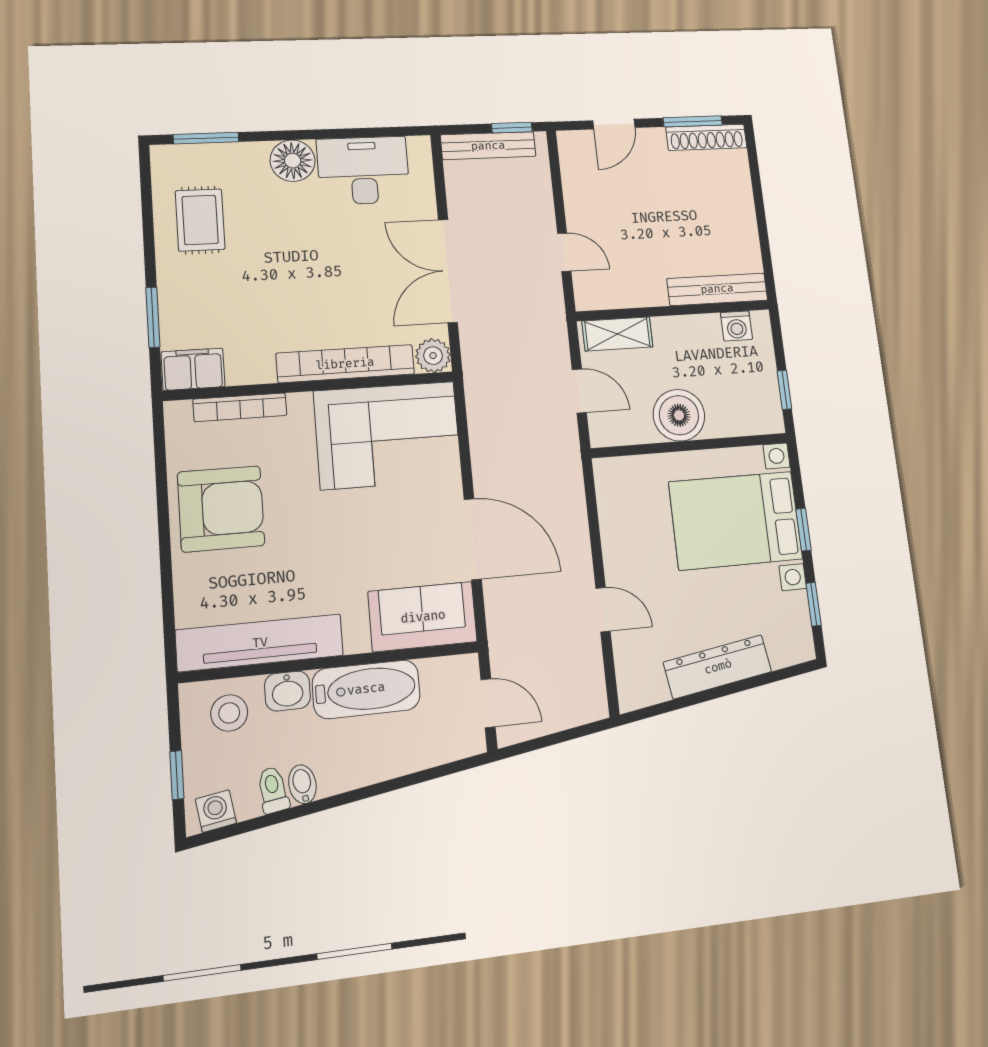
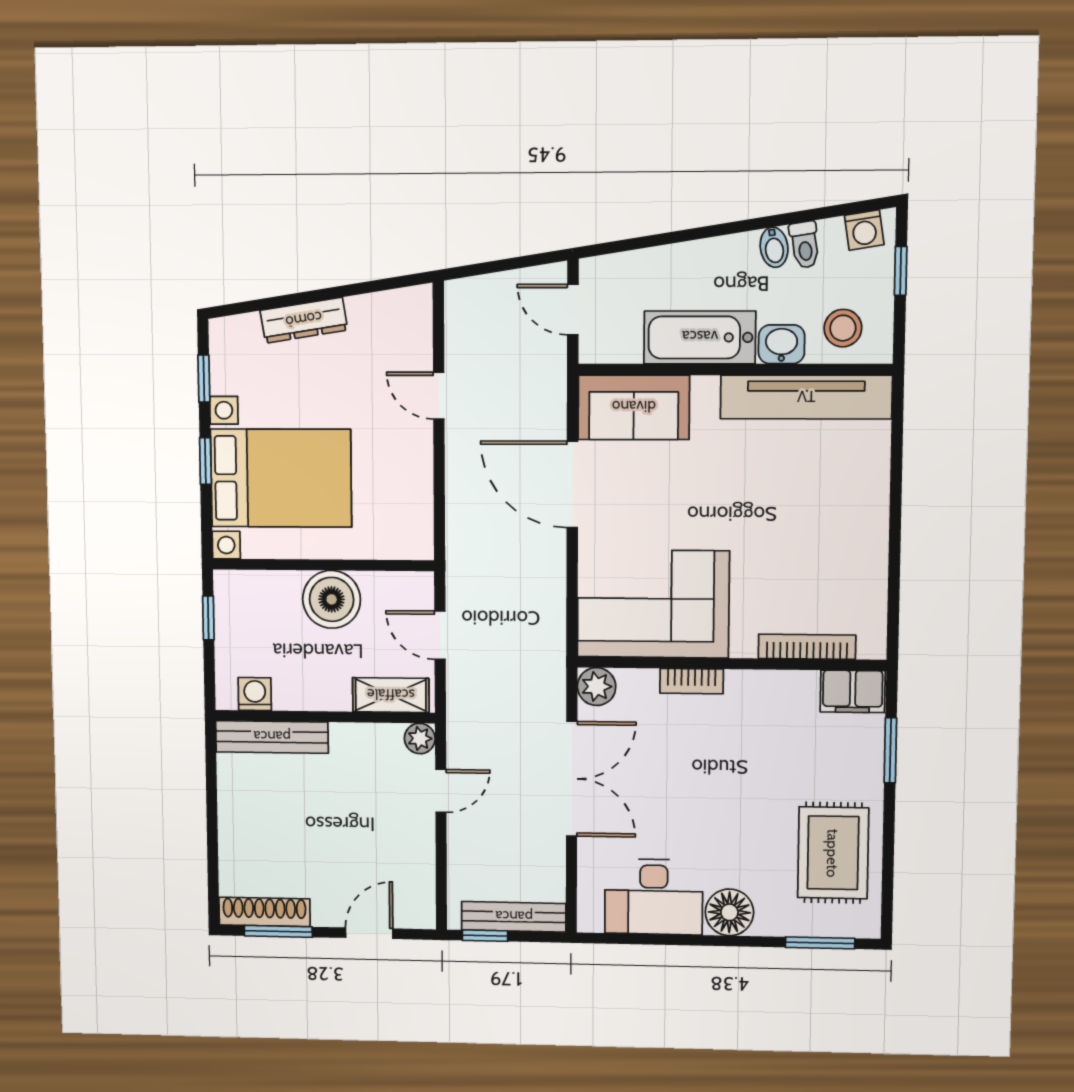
rug: (200, 220) -> (833, 853), width x1.36, depth x1.43
door: (564, 252) -> (441, 791), swing flipped
plant: (588, 297) -> (420, 738), added
bookcase: (345, 364) -> (692, 681), width x0.43, depth x0.76
armchair: (221, 509) -> (835, 541), removed
dresser: (718, 667) -> (304, 320), width x0.73, depth x0.80

